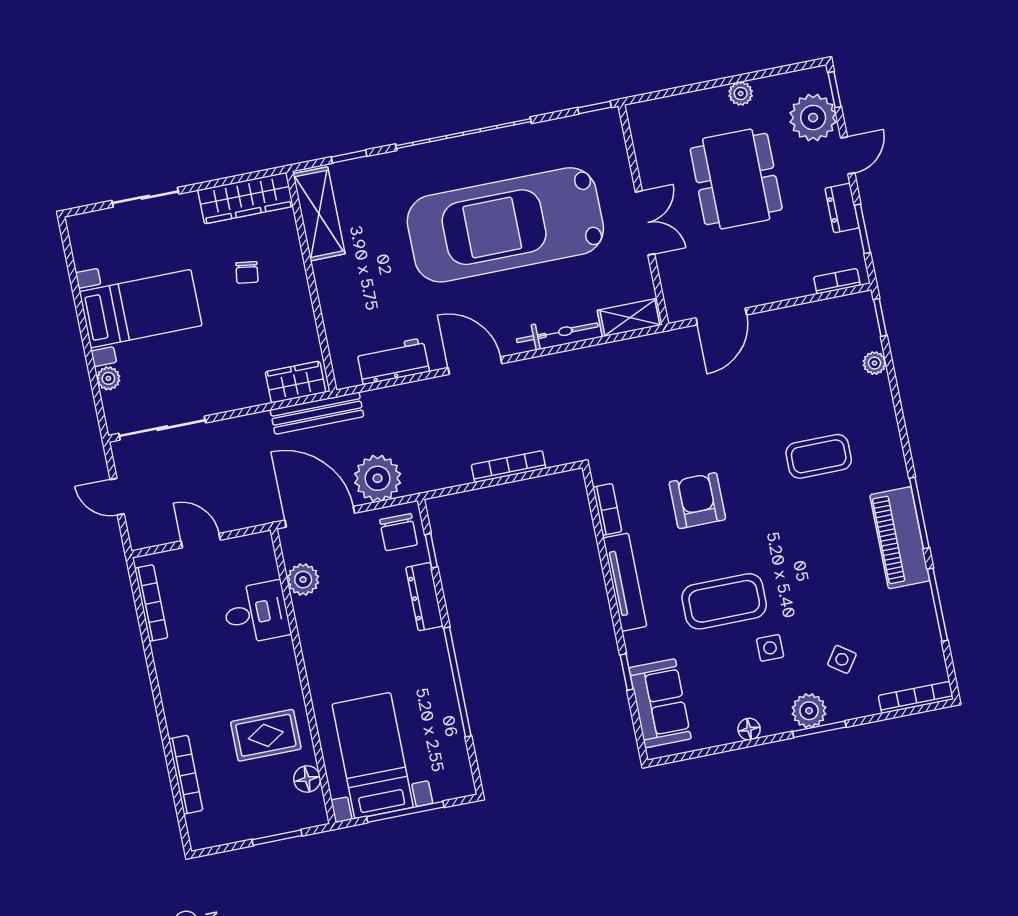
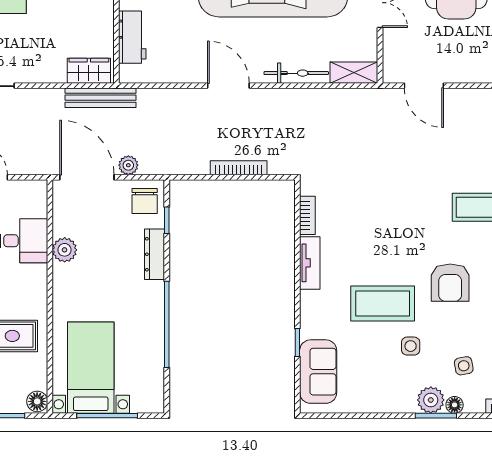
door: (721, 316) -> (424, 86), hinge flipped
workbench: (393, 361) -> (132, 37), moved, turned 90
plant: (378, 478) -> (128, 165), width x0.53, depth x0.53
armchair: (697, 501) -> (450, 283), moved, turned 180
plant: (303, 580) -> (65, 250), moved
tv unit: (625, 582) -> (310, 263), width x0.71
side table: (842, 659) -> (464, 366), turned 45
floor lamp: (749, 729) -> (455, 405), moved
floor lamp: (307, 779) -> (37, 401), moved

